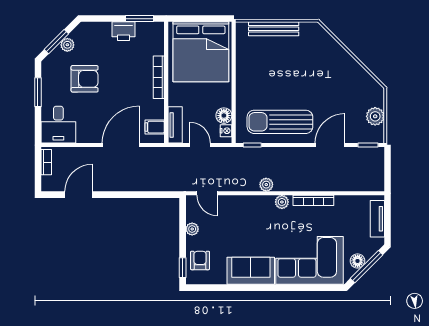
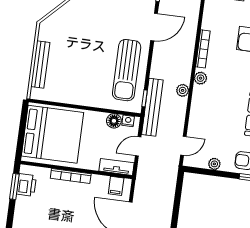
printer: (124, 31) -> (26, 185), moved
door: (330, 145) -> (154, 27), swing flipped
bench: (244, 155) -> (152, 107), added

